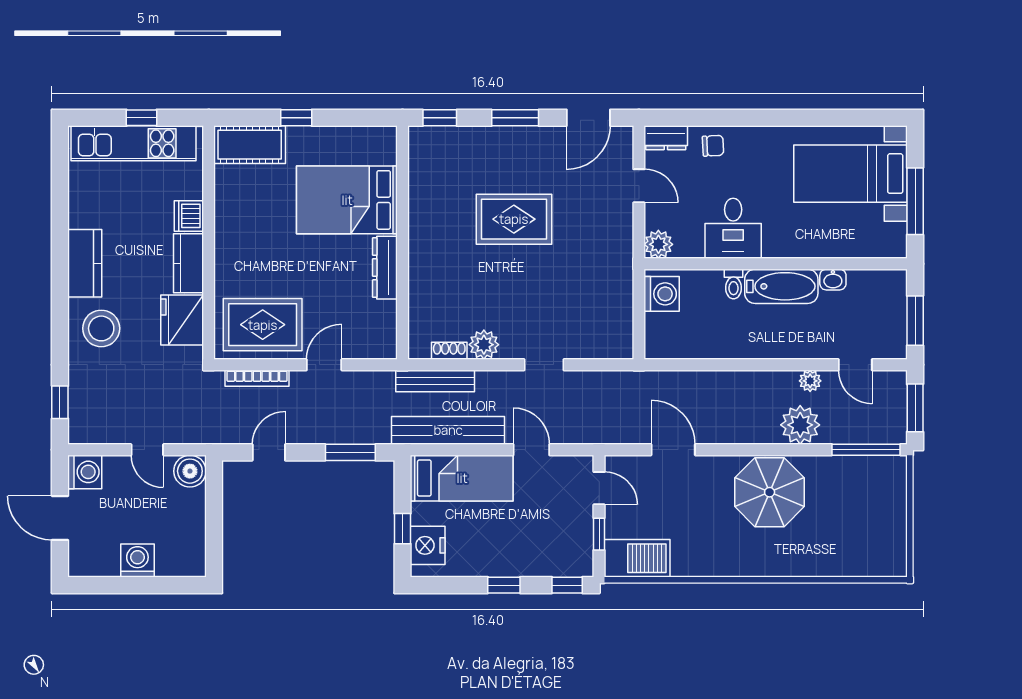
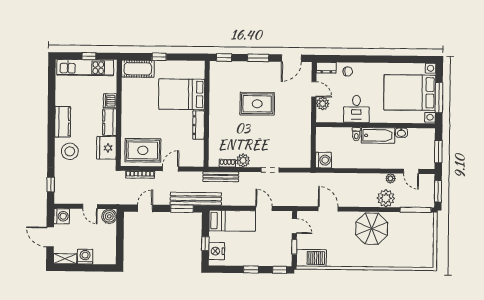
bed with nightstands: (850, 174) -> (410, 93), width x1.36
plant: (658, 244) -> (323, 104), moved
washing machine: (662, 294) -> (323, 160), moved
bench: (448, 430) -> (196, 199), moved
shelving: (93, 566) -> (65, 259), added

